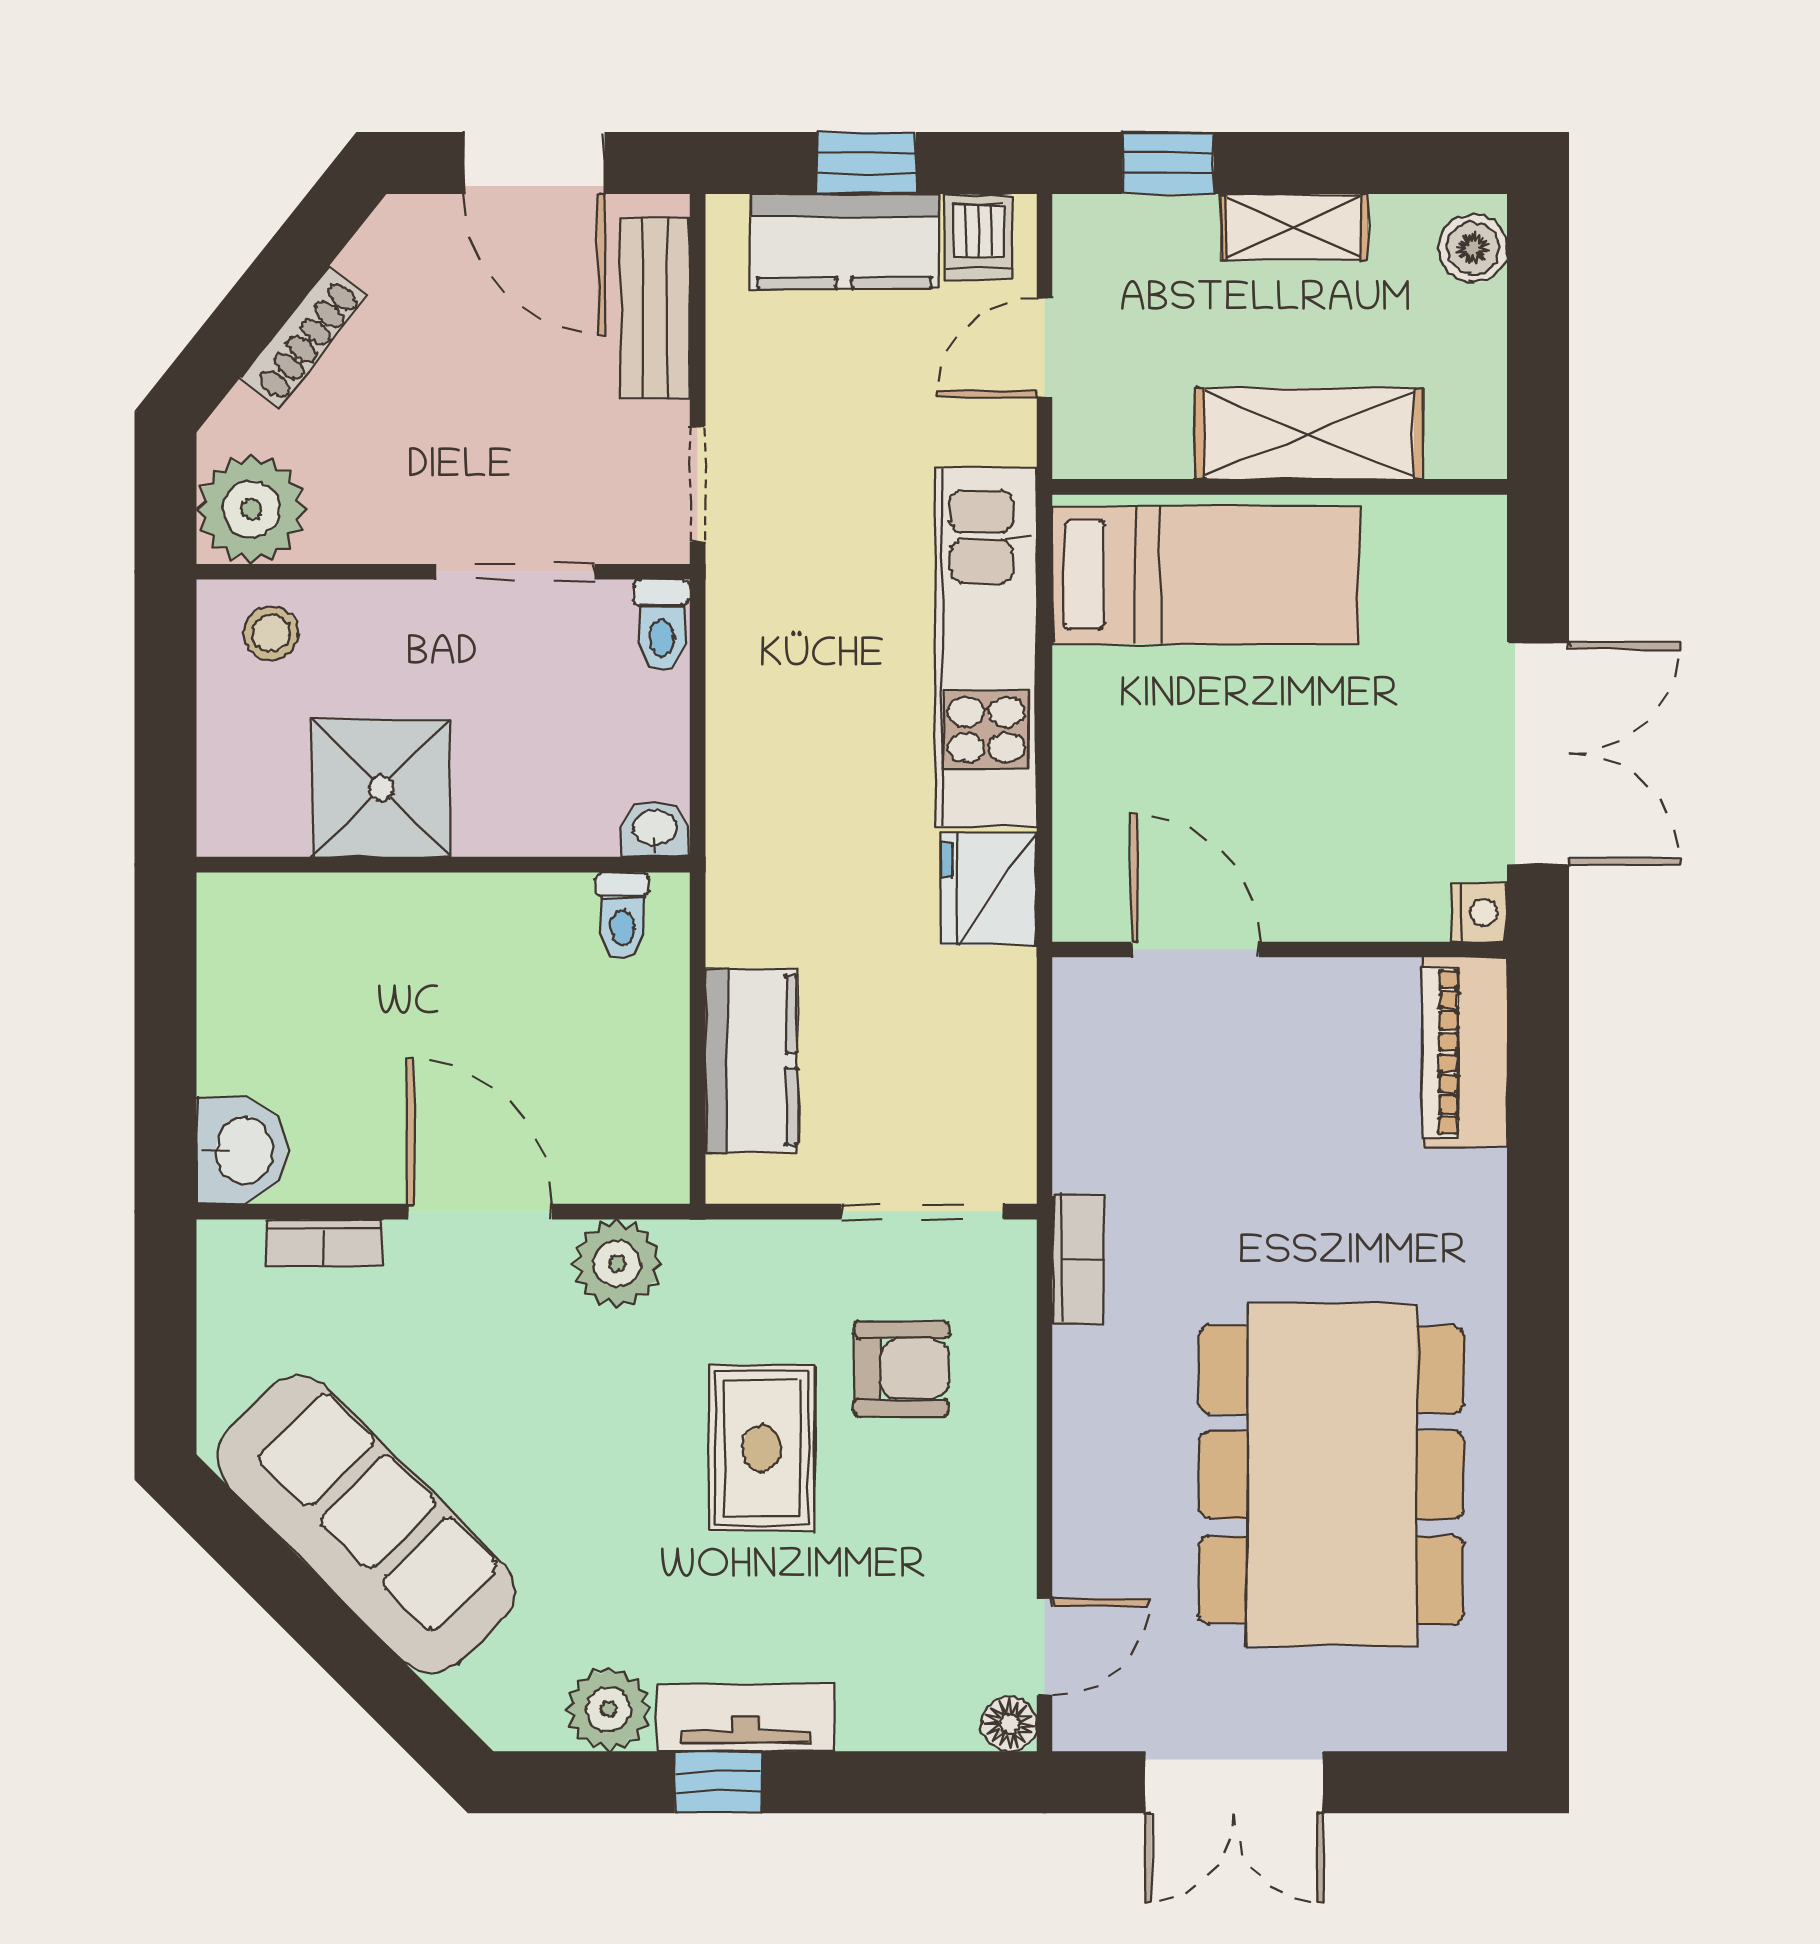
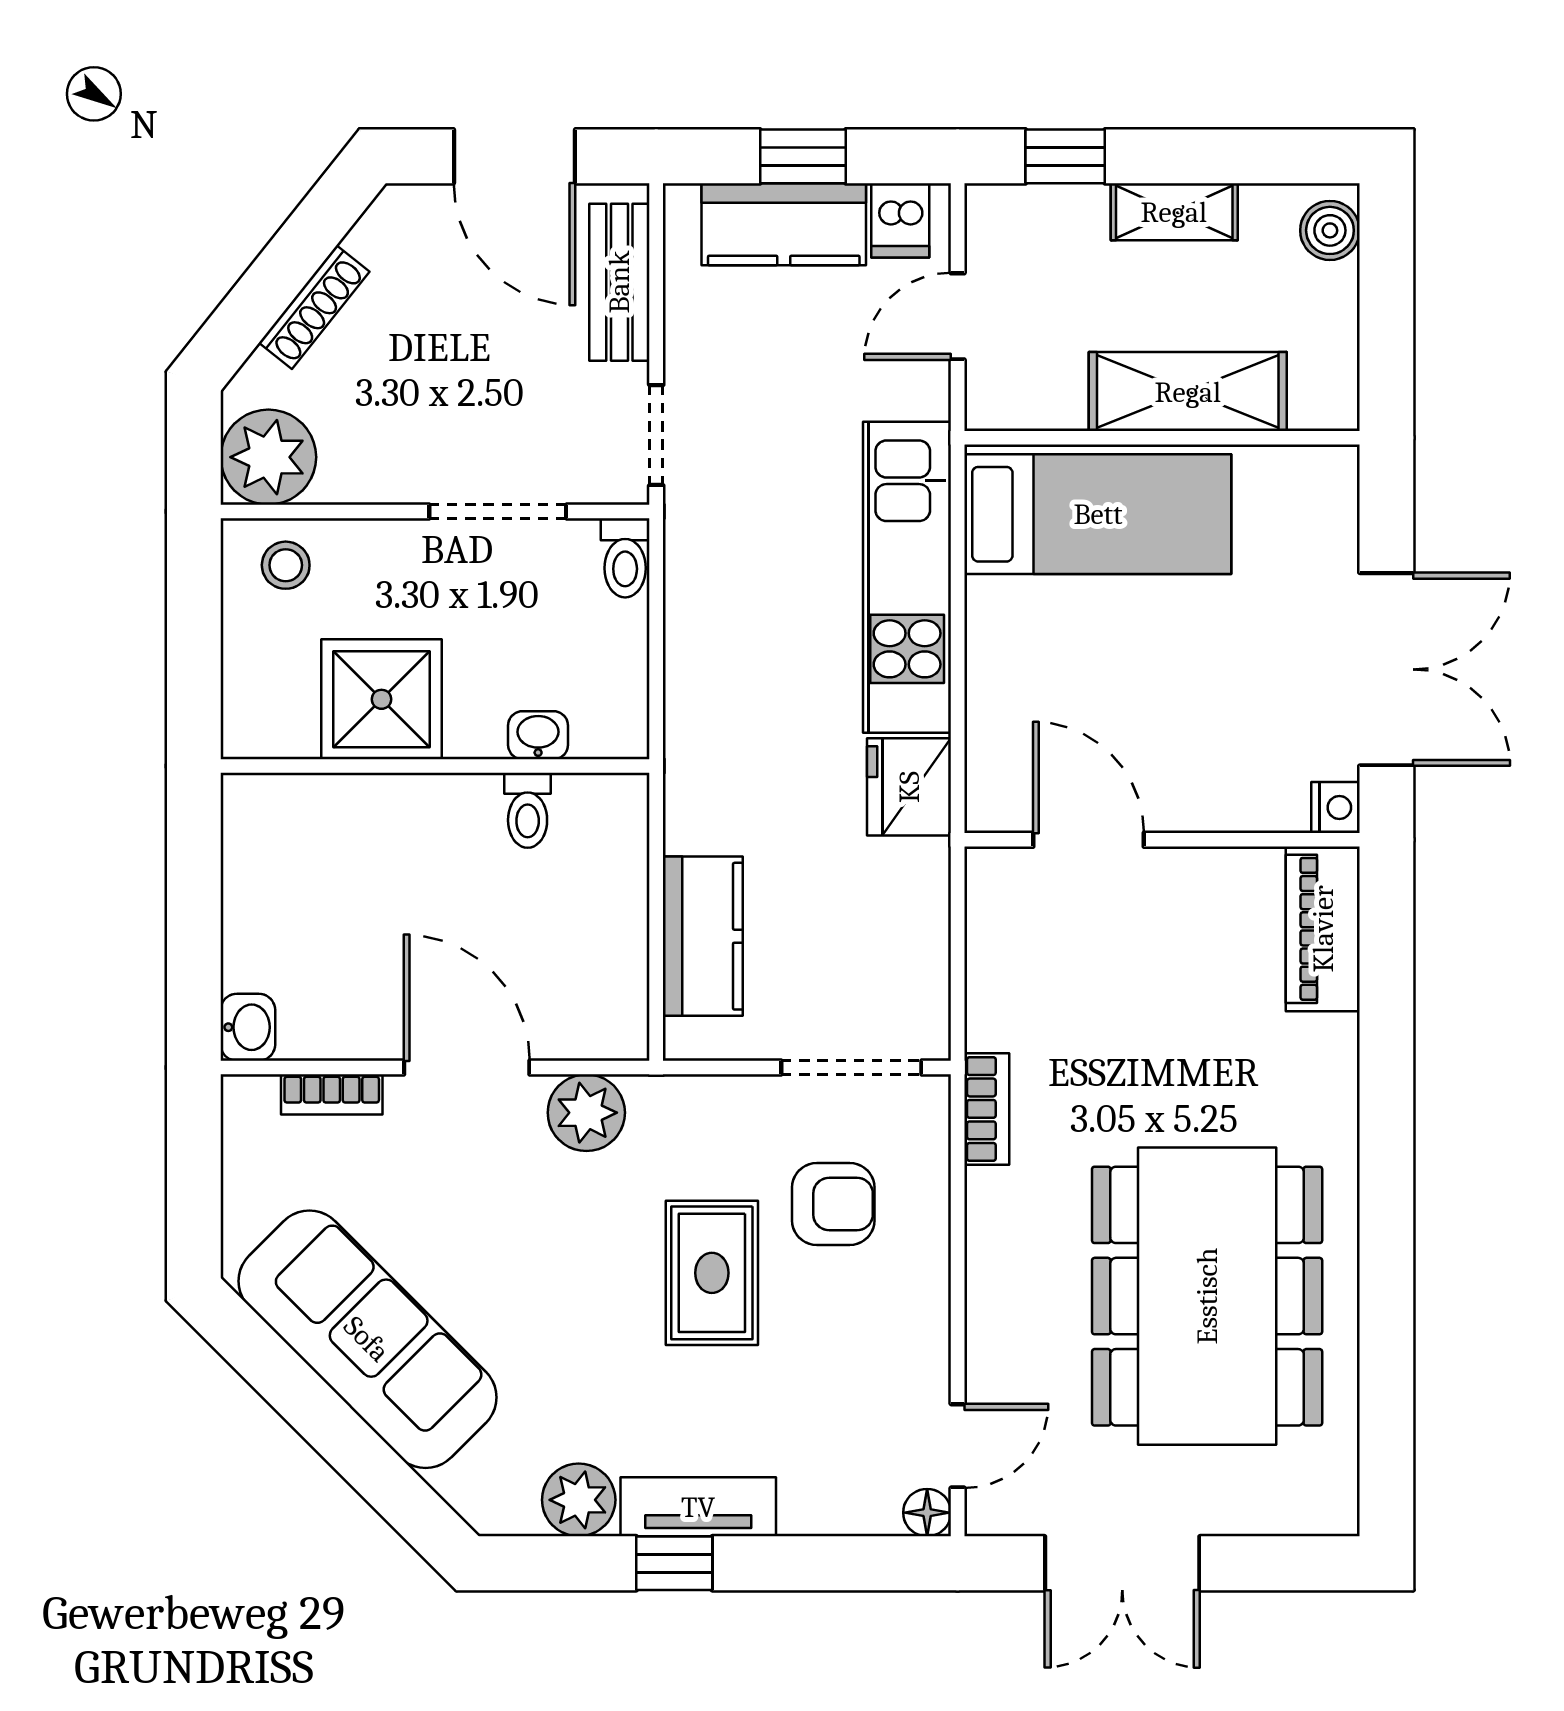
washbasin: (655, 829) -> (538, 735), moved
toilet: (622, 916) -> (528, 810), moved
washbasin: (242, 1151) -> (248, 1027), width x0.72, depth x0.69

